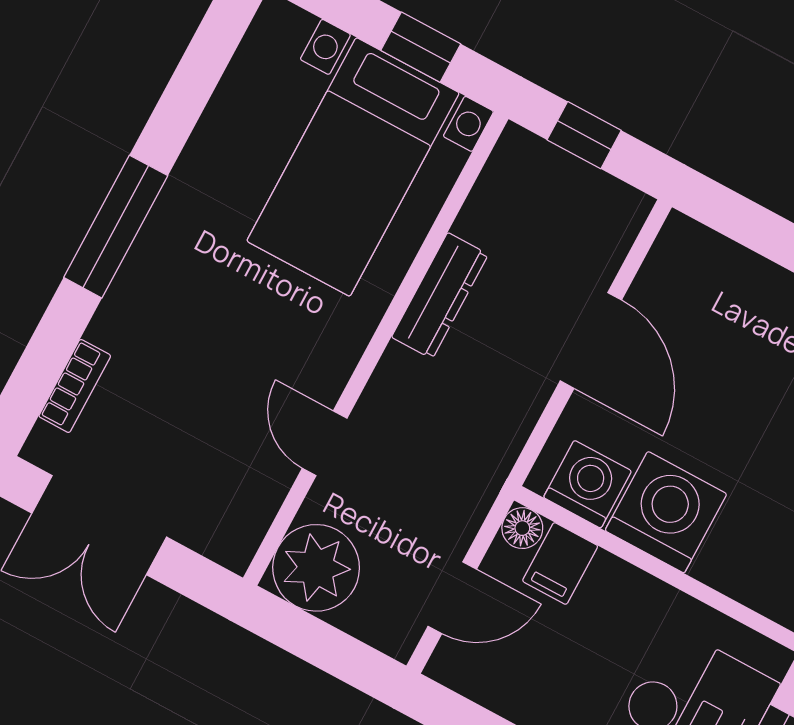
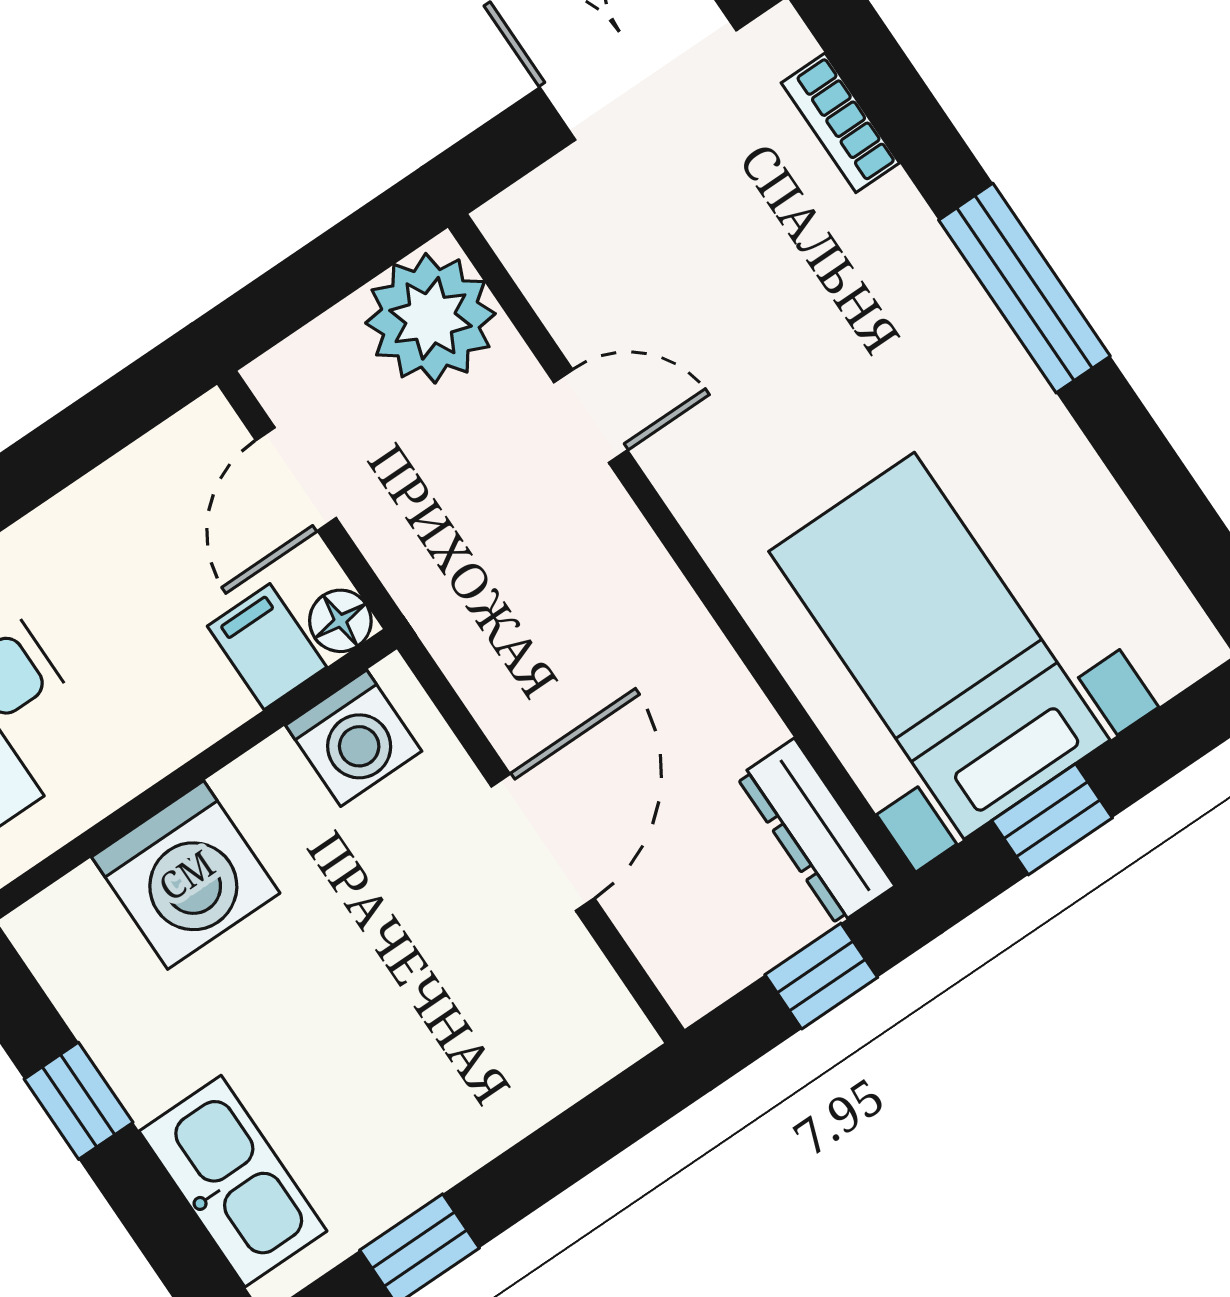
dresser: (440, 296) -> (816, 832), moved
door: (591, 340) -> (543, 842), swing flipped
washing machine: (666, 512) -> (186, 875), moved

